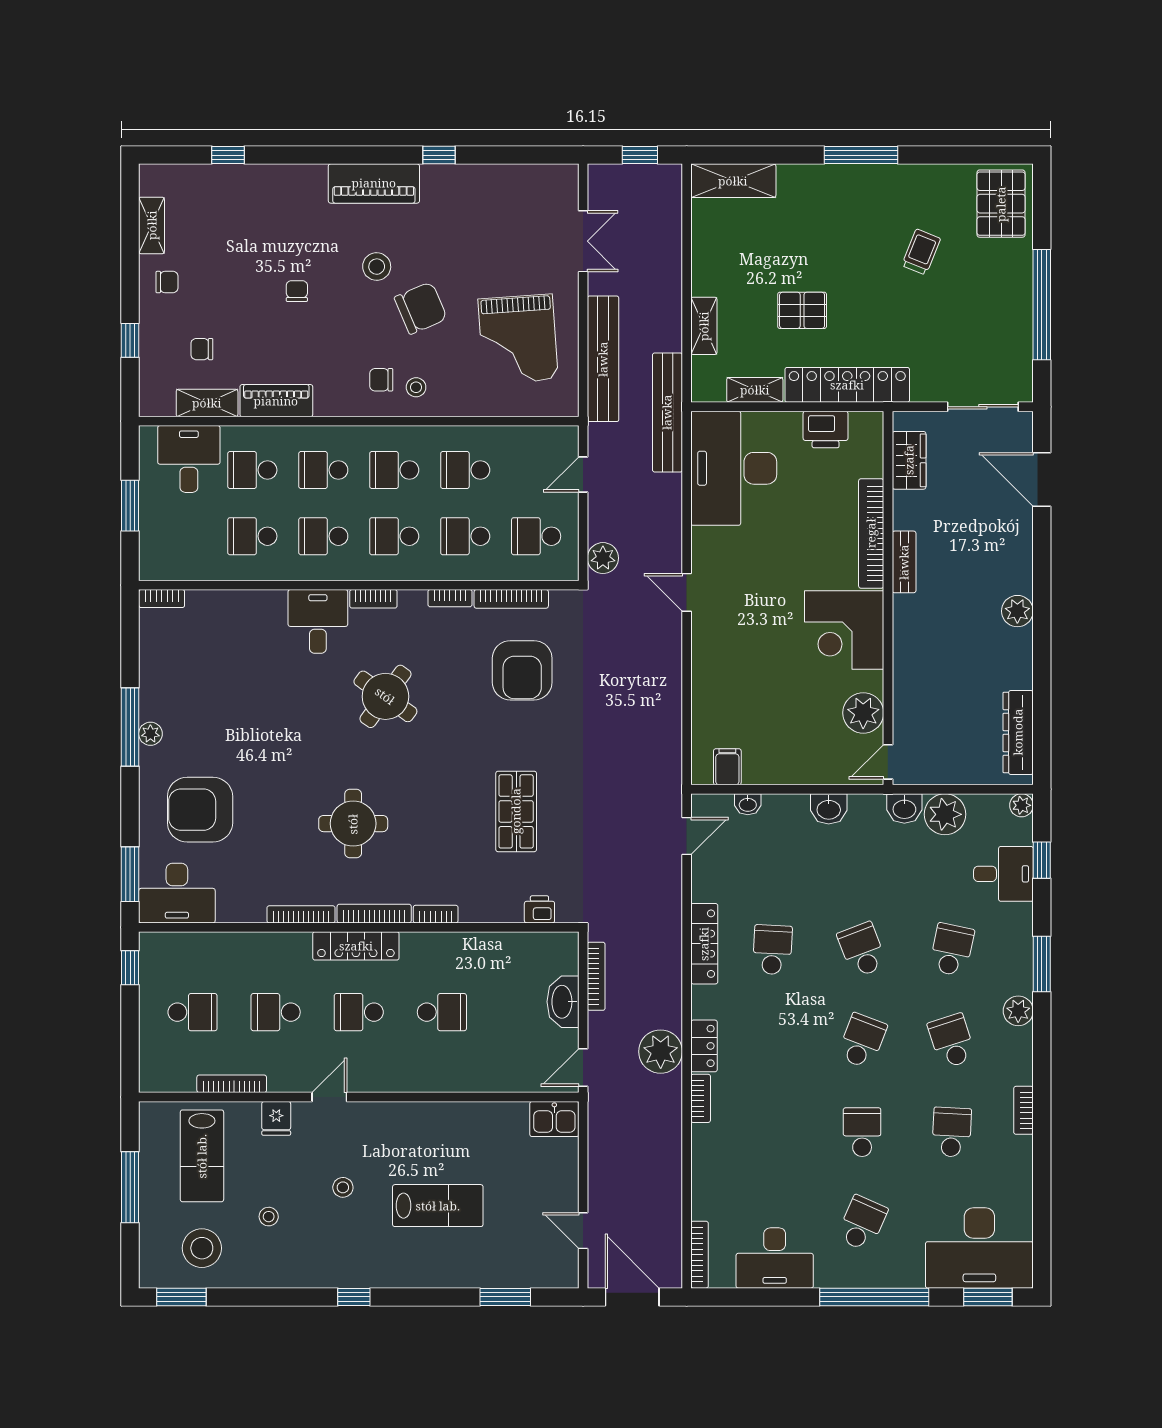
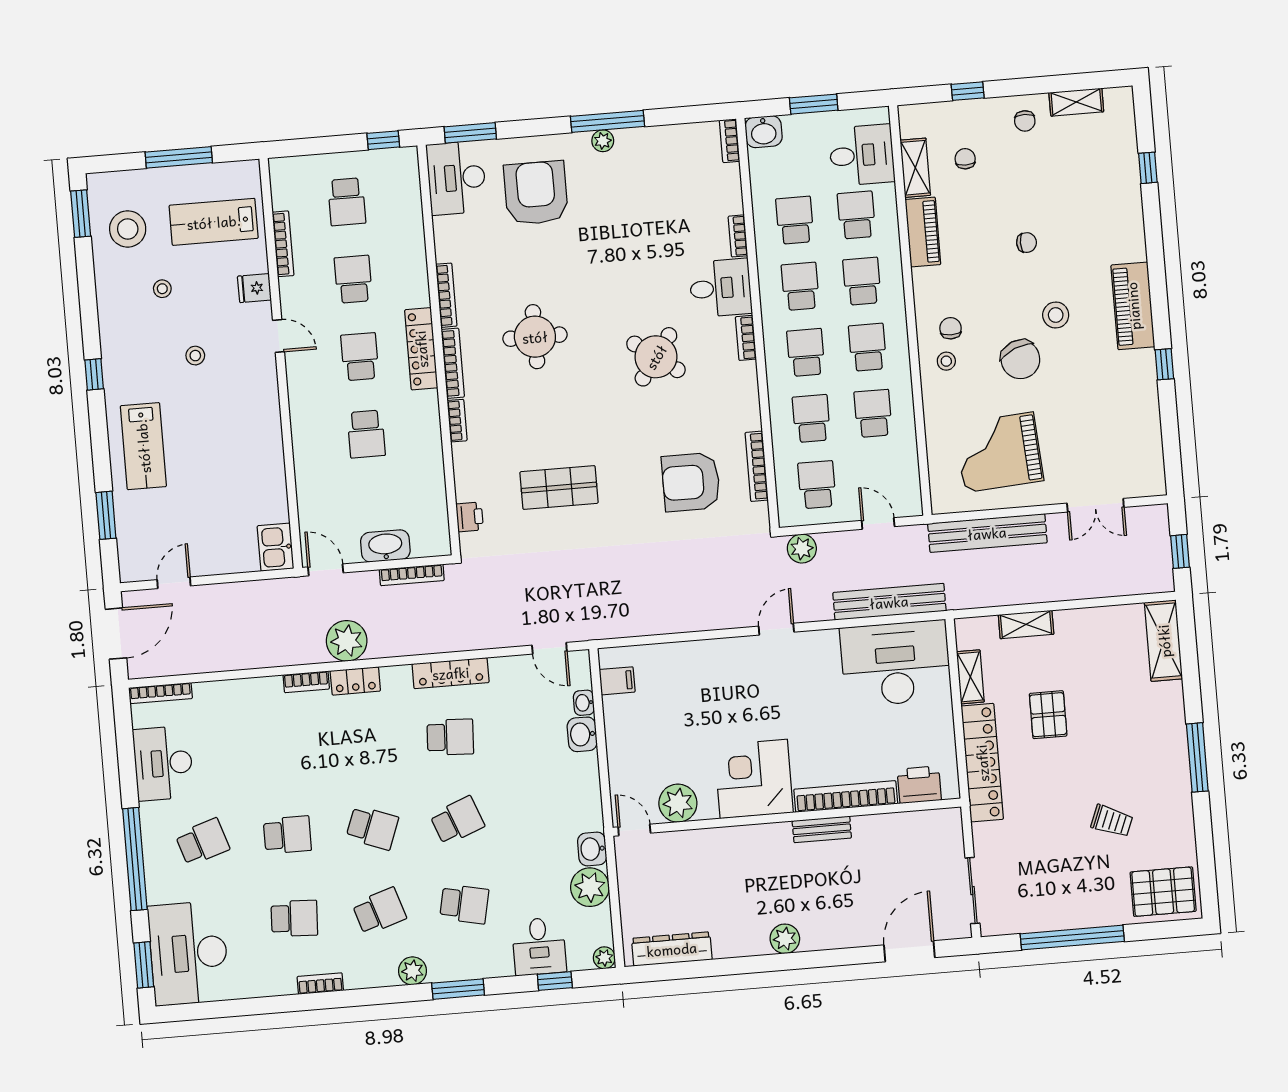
bench: (667, 412) -> (889, 602), moved
printer: (826, 430) -> (919, 785), moved, turned 90
wardrobe: (909, 460) -> (917, 826), removed
washbasin: (155, 562) -> (764, 132), added
bookcase: (450, 598) -> (738, 236), moved
washbasin: (829, 809) -> (582, 734), moved
lab bench: (438, 1206) -> (143, 446), moved
school desk: (862, 1223) -> (202, 842), turned -42

